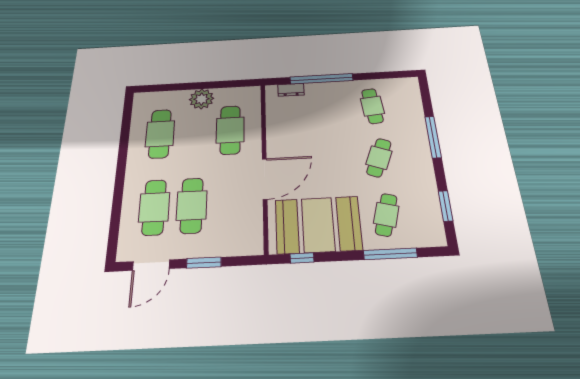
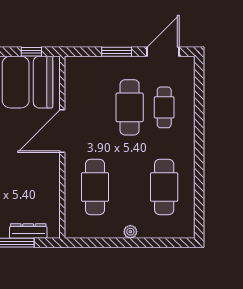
dresser: (291, 90) -> (28, 231), width x1.44
plant: (202, 99) -> (130, 232), width x0.53, depth x0.53
cafe table: (154, 207) -> (164, 107), width x0.73, depth x0.74

